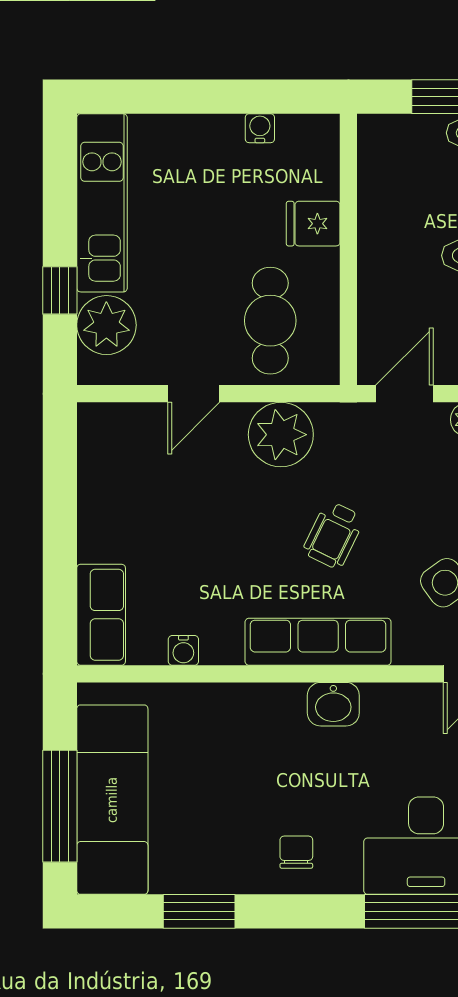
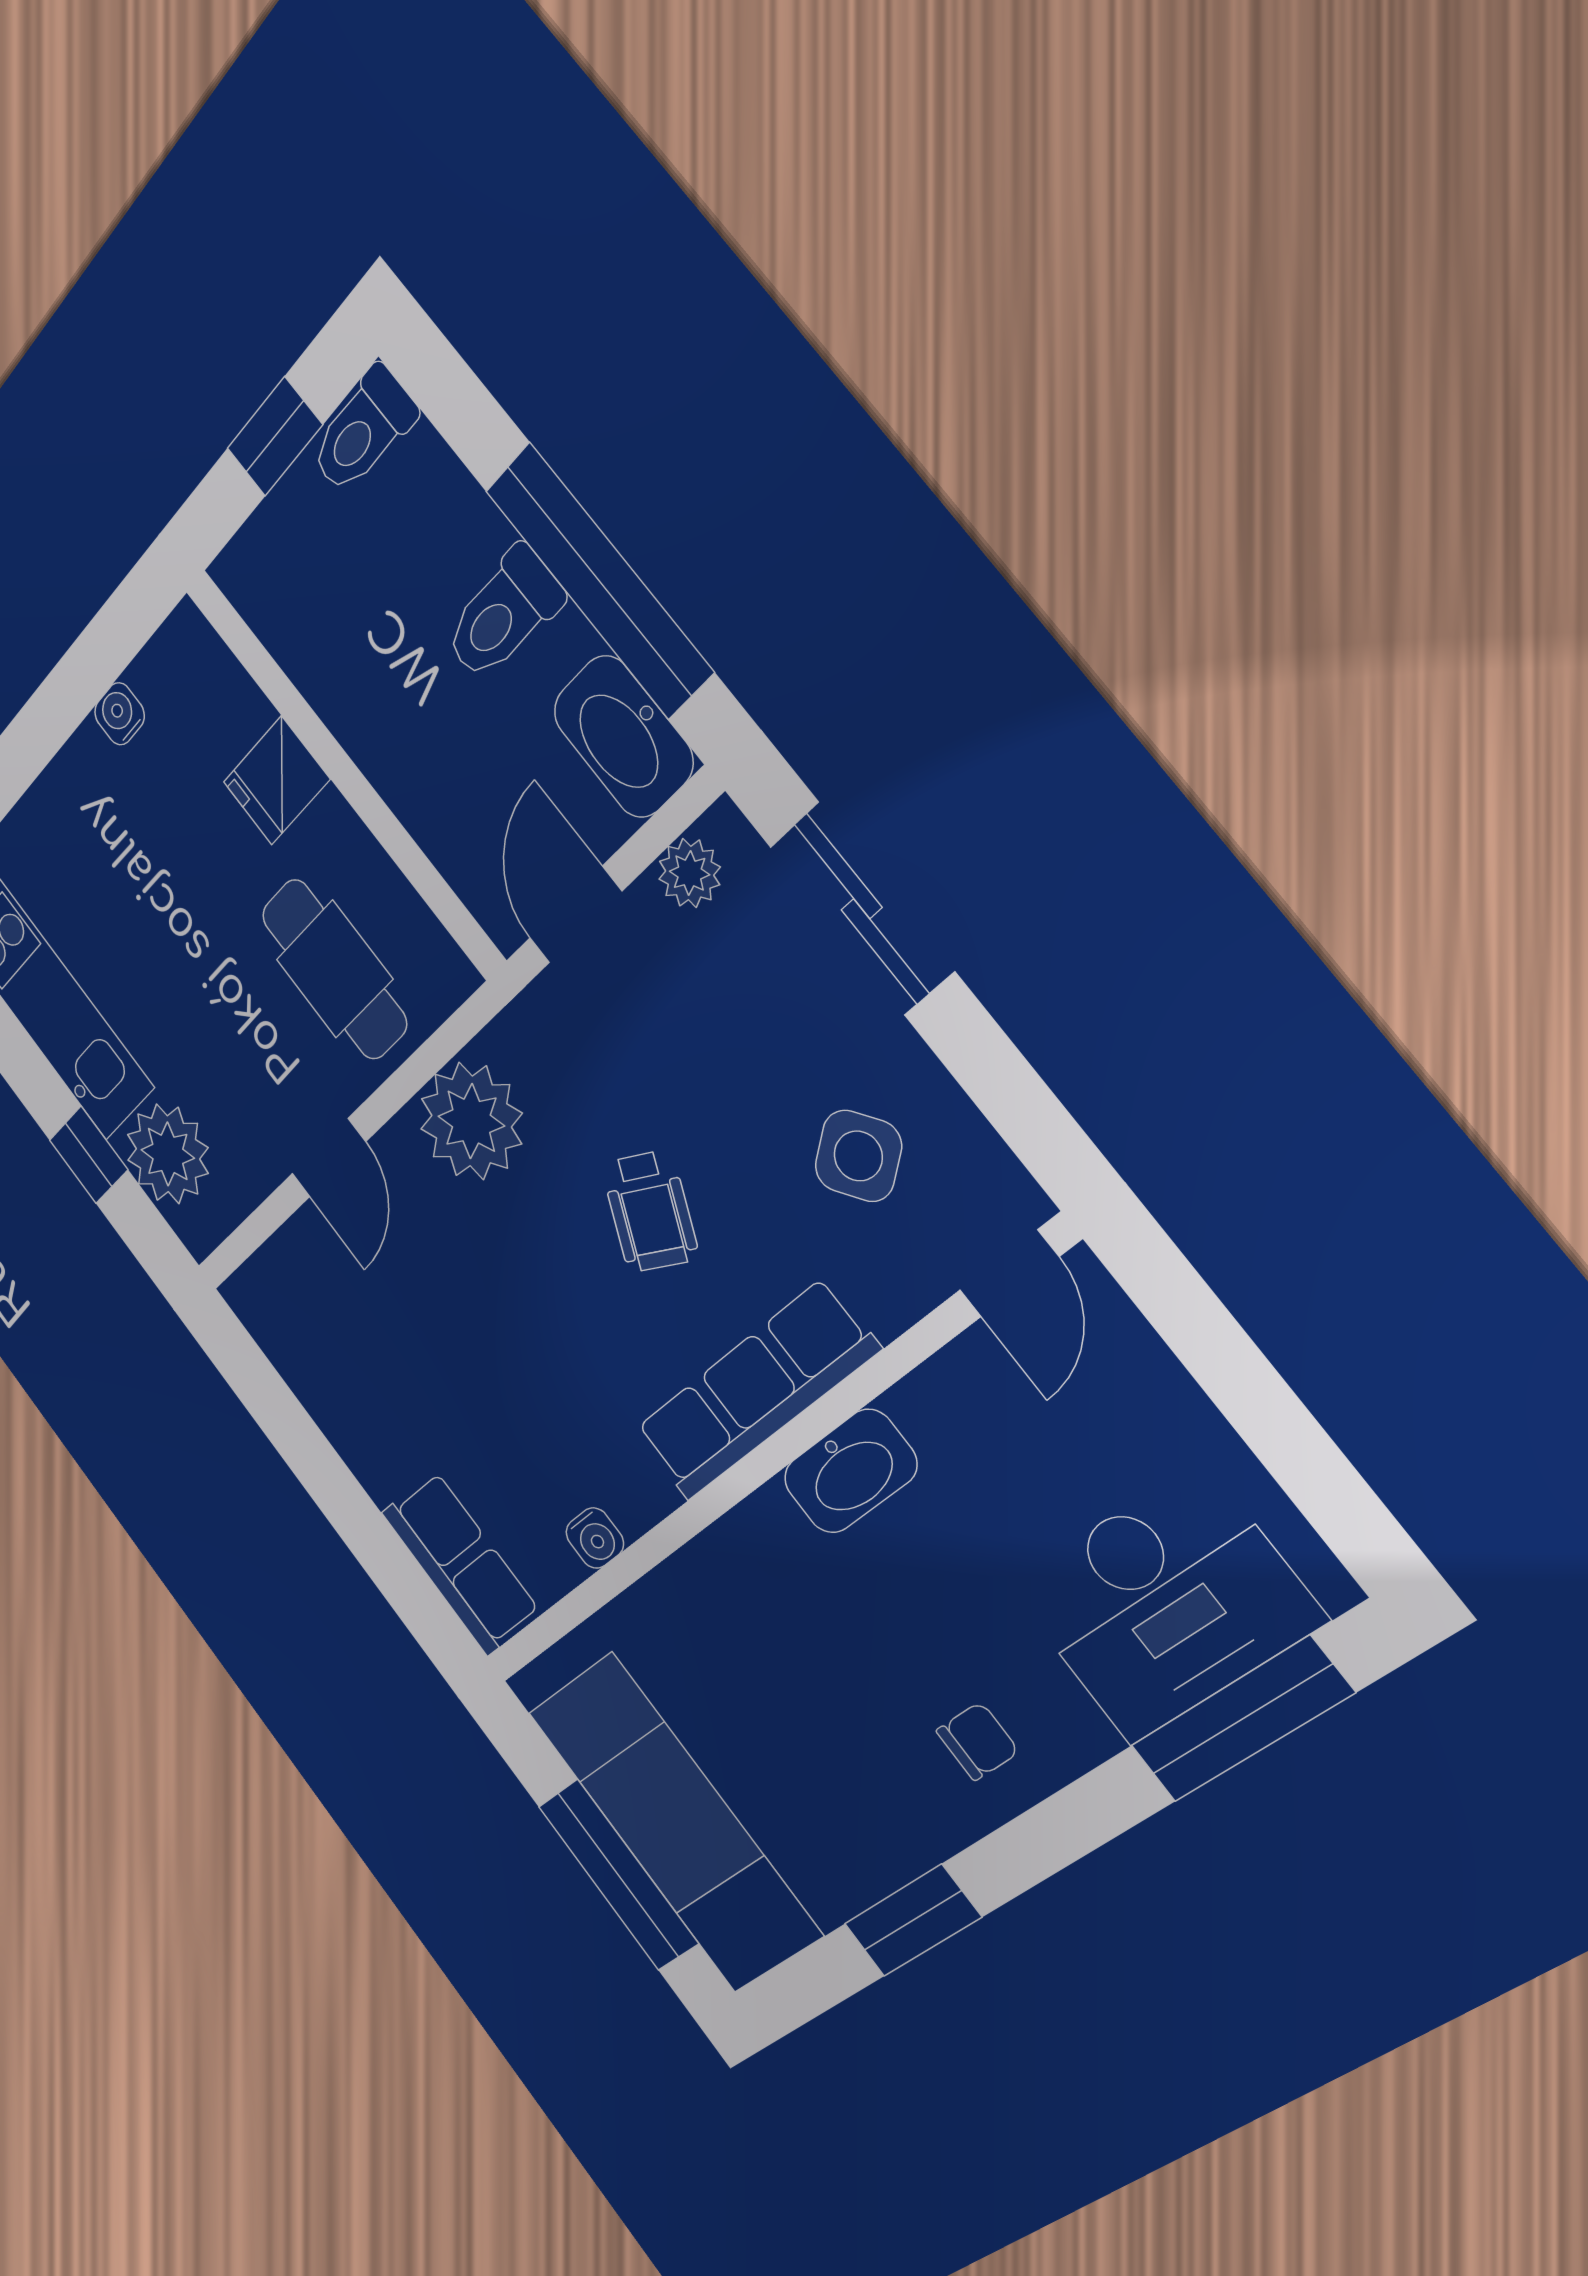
washbasin: (333, 704) -> (850, 1471), width x1.38
chair: (296, 852) -> (978, 1741), turned 90

